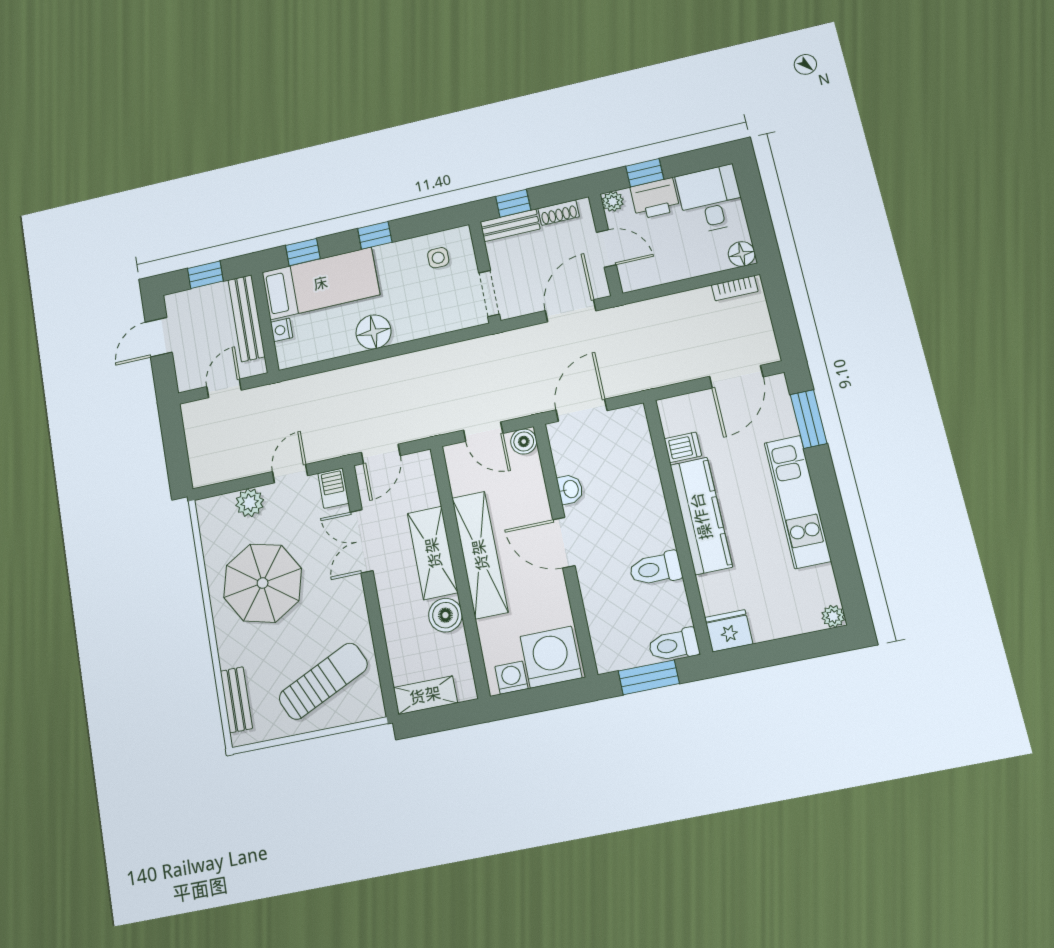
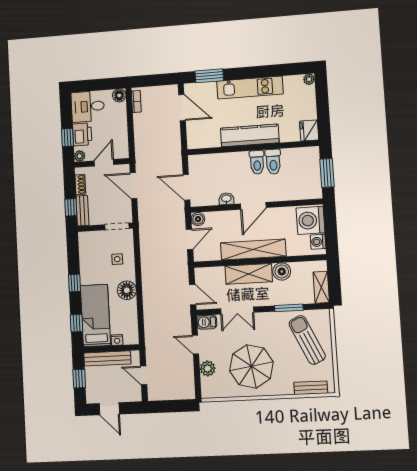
side table: (438, 258) -> (117, 259), moved
dishwasher: (683, 447) -> (214, 139), removed
window: (379, 638) -> (289, 308), added
toilet: (674, 645) -> (257, 162), moved

